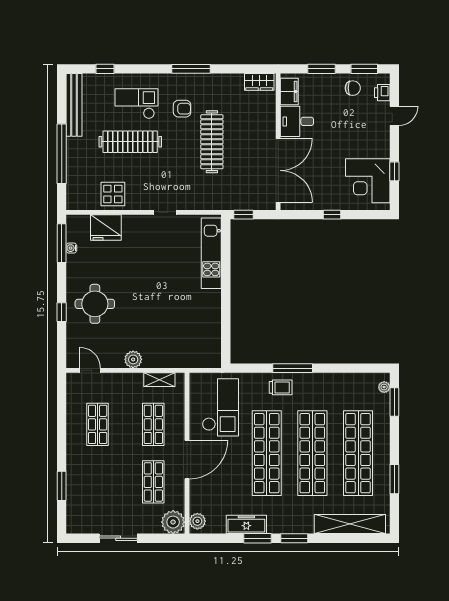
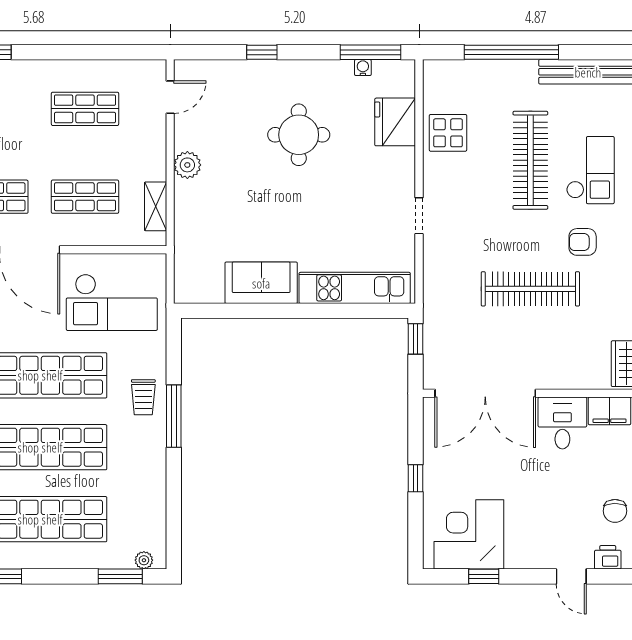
armchair: (182, 109) -> (583, 242), turned 90
round table: (95, 304) -> (299, 135), moved
sofa: (208, 313) -> (261, 283), added

